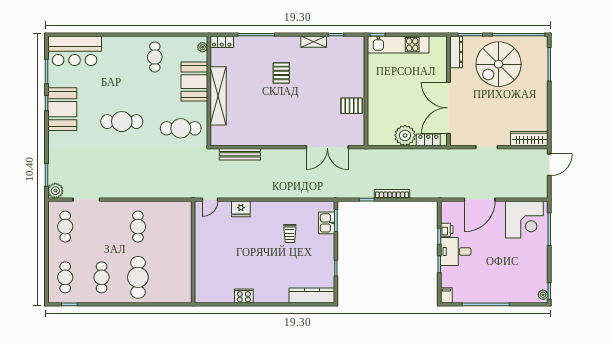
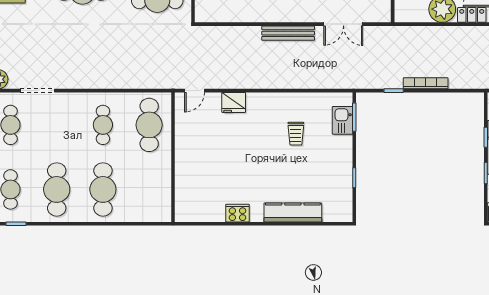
double door: (327, 147) -> (343, 24), width x0.73
bench: (240, 154) -> (288, 33), moved
cafe table: (174, 227) -> (149, 125), added
cafe table: (102, 277) -> (57, 189), width x1.37, depth x1.35
kitchen counter: (312, 295) -> (293, 212), moved

